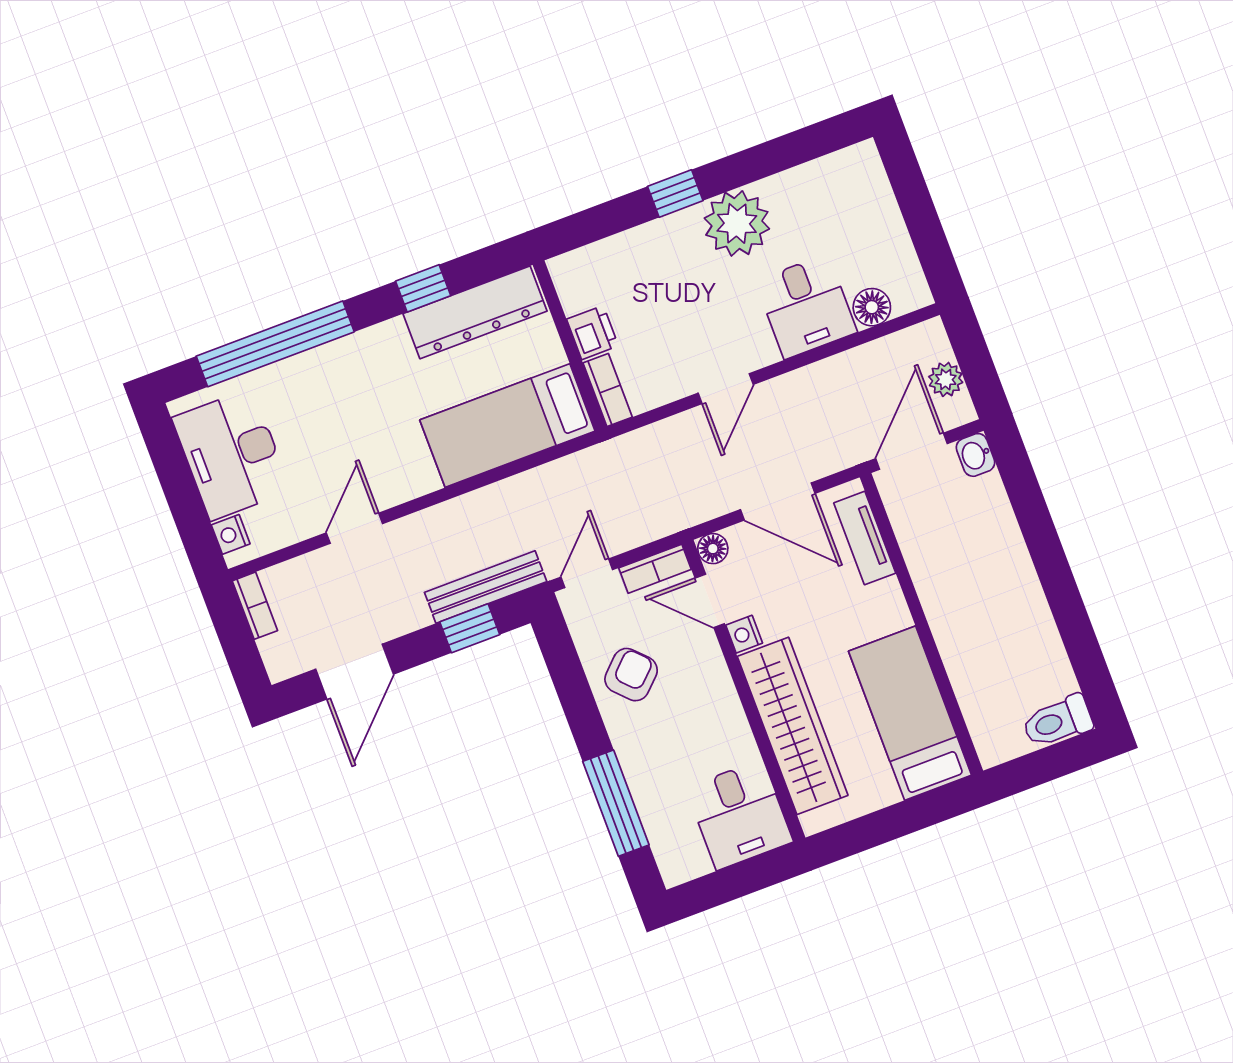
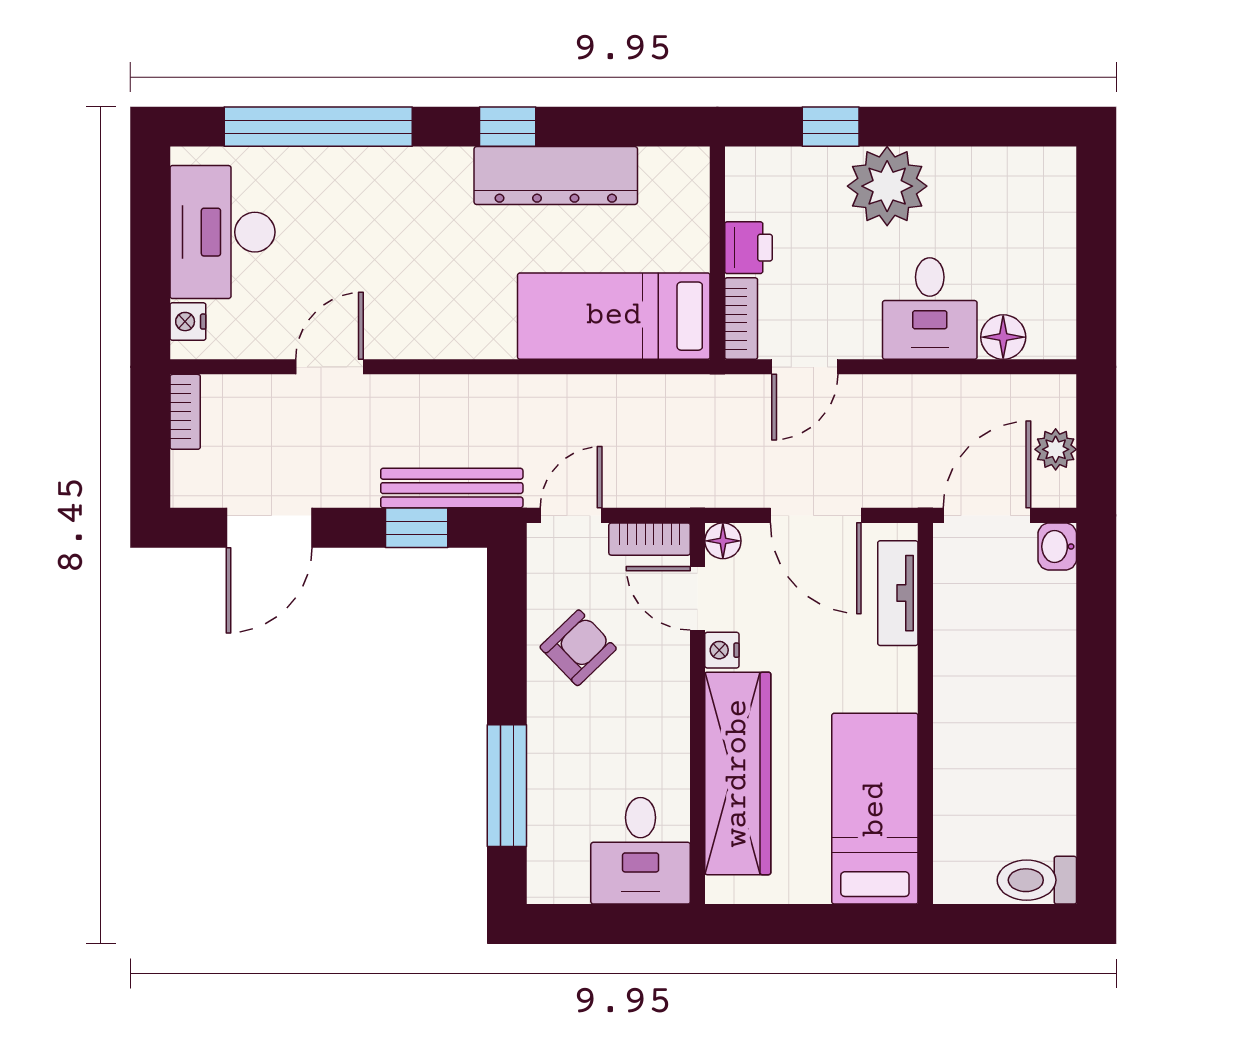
printer: (592, 333) -> (748, 248), moved
wall: (570, 346) -> (717, 253), moved
bookcase: (608, 390) -> (741, 319), moved
bed: (507, 426) -> (614, 316), moved

